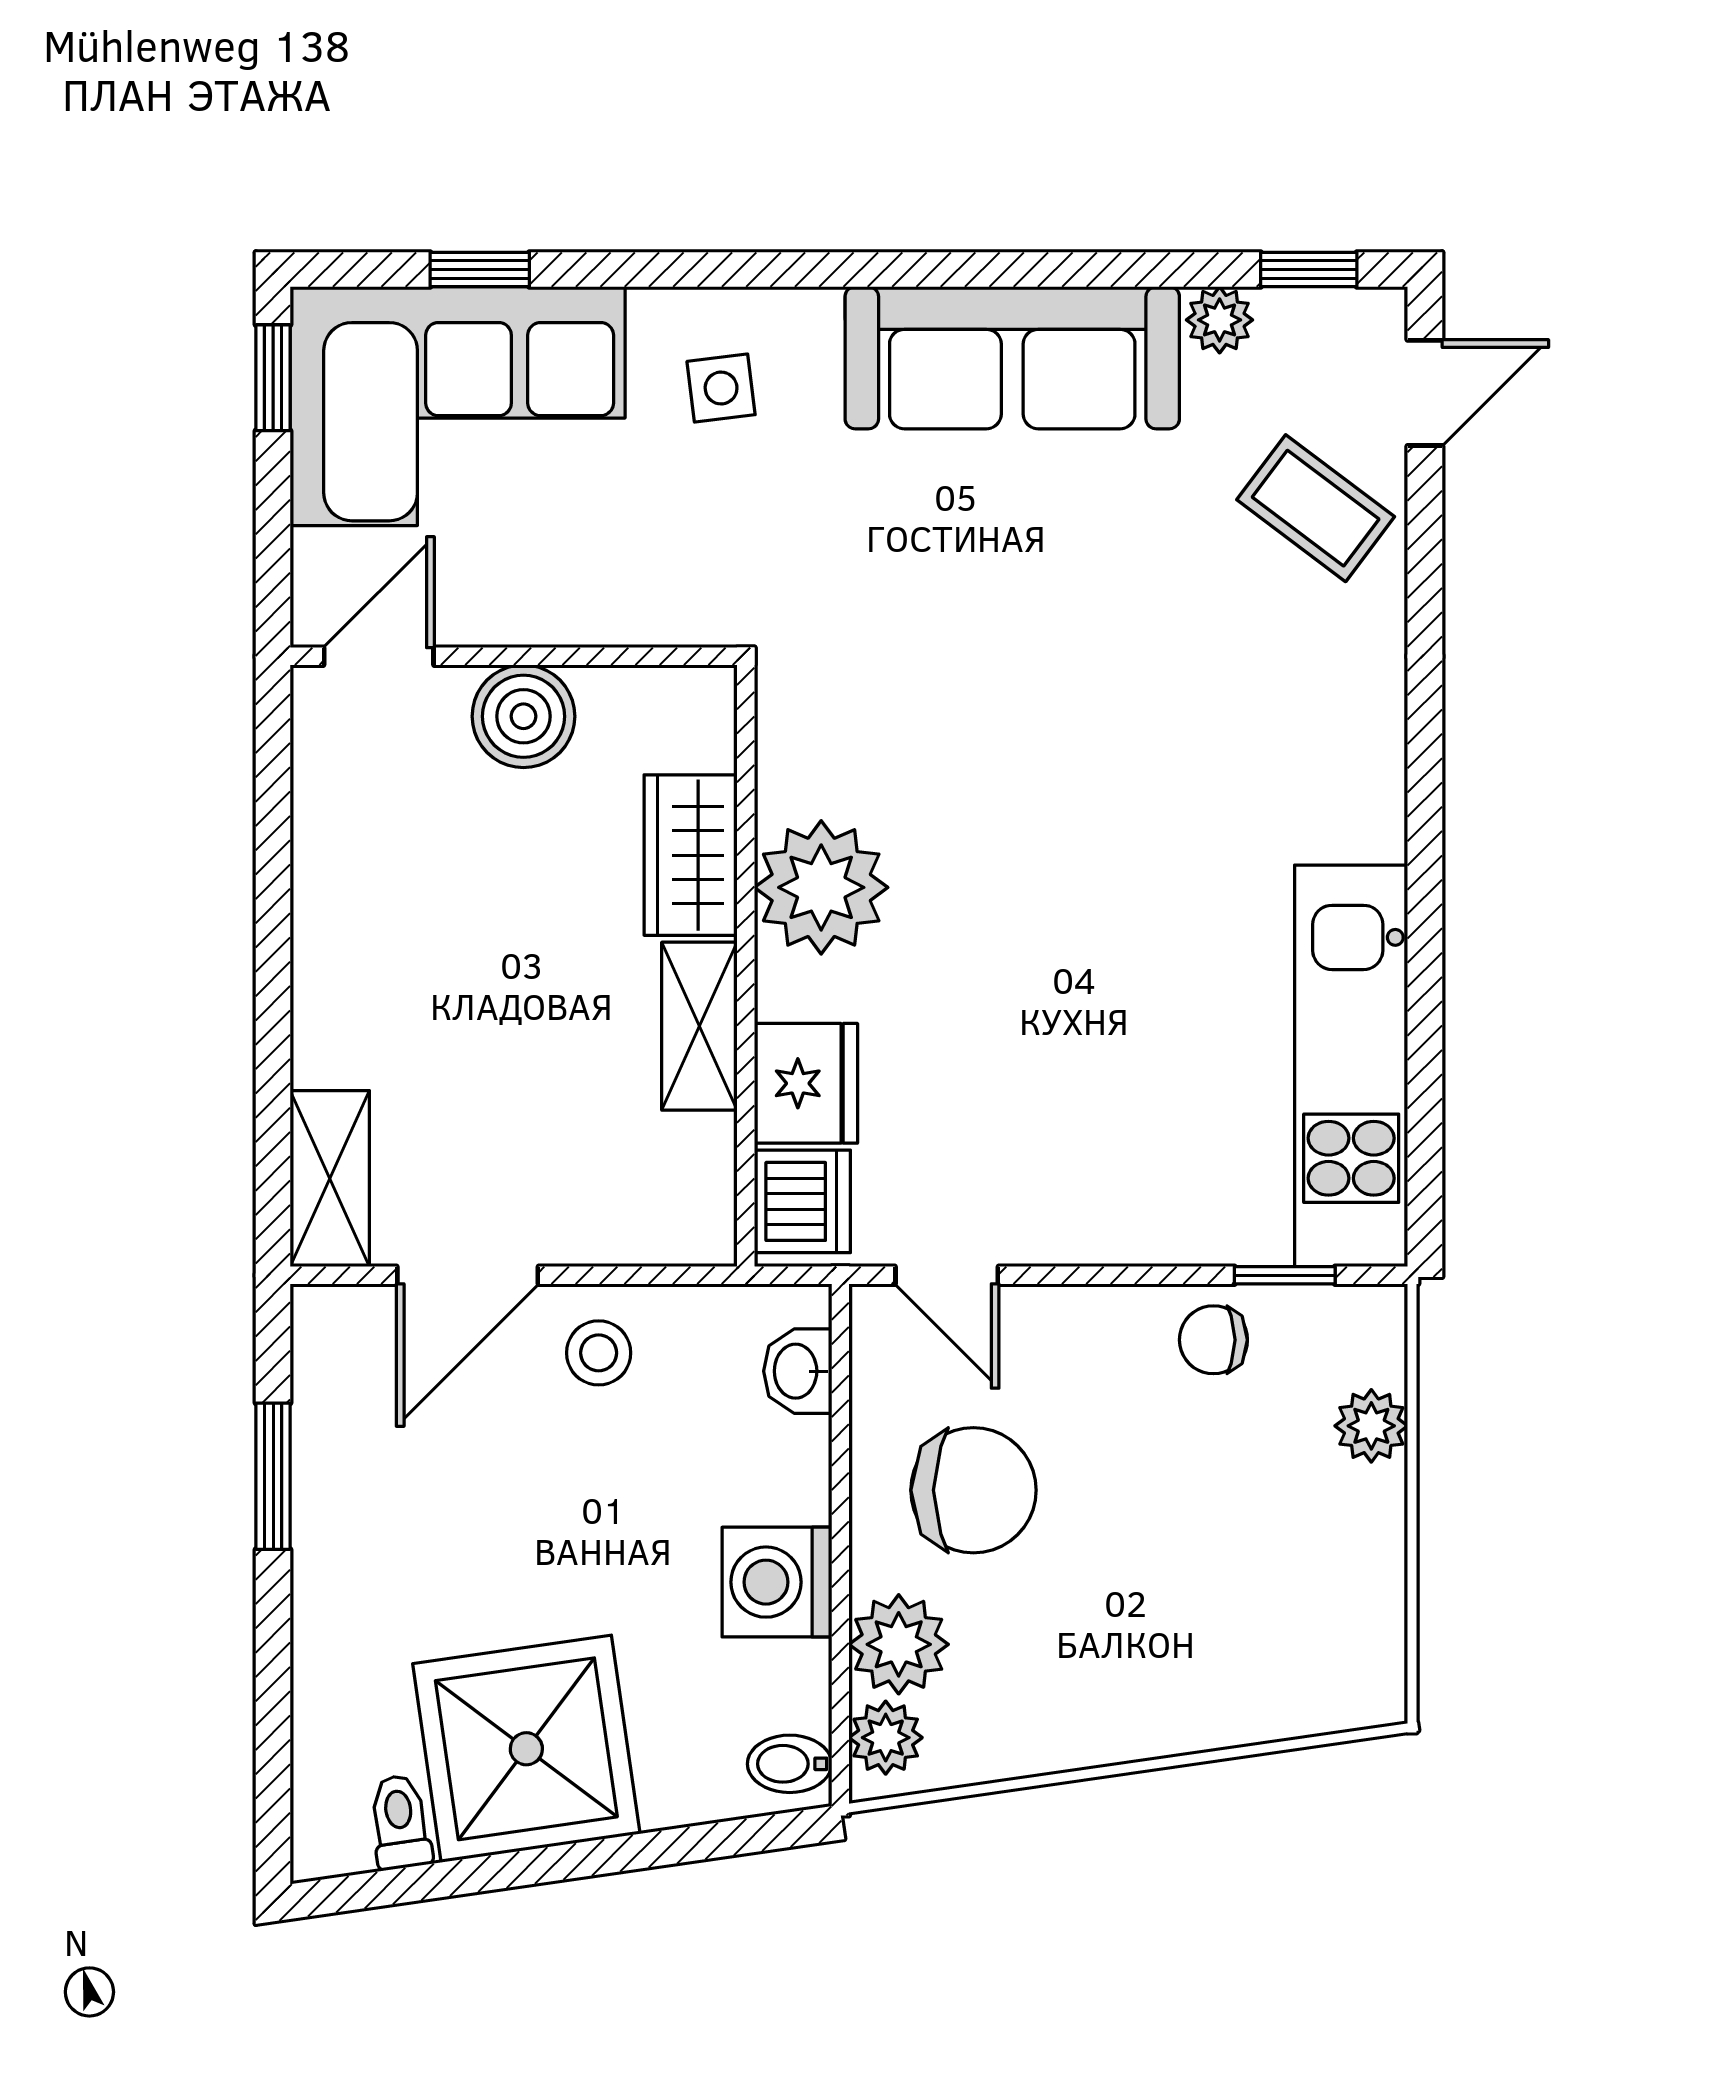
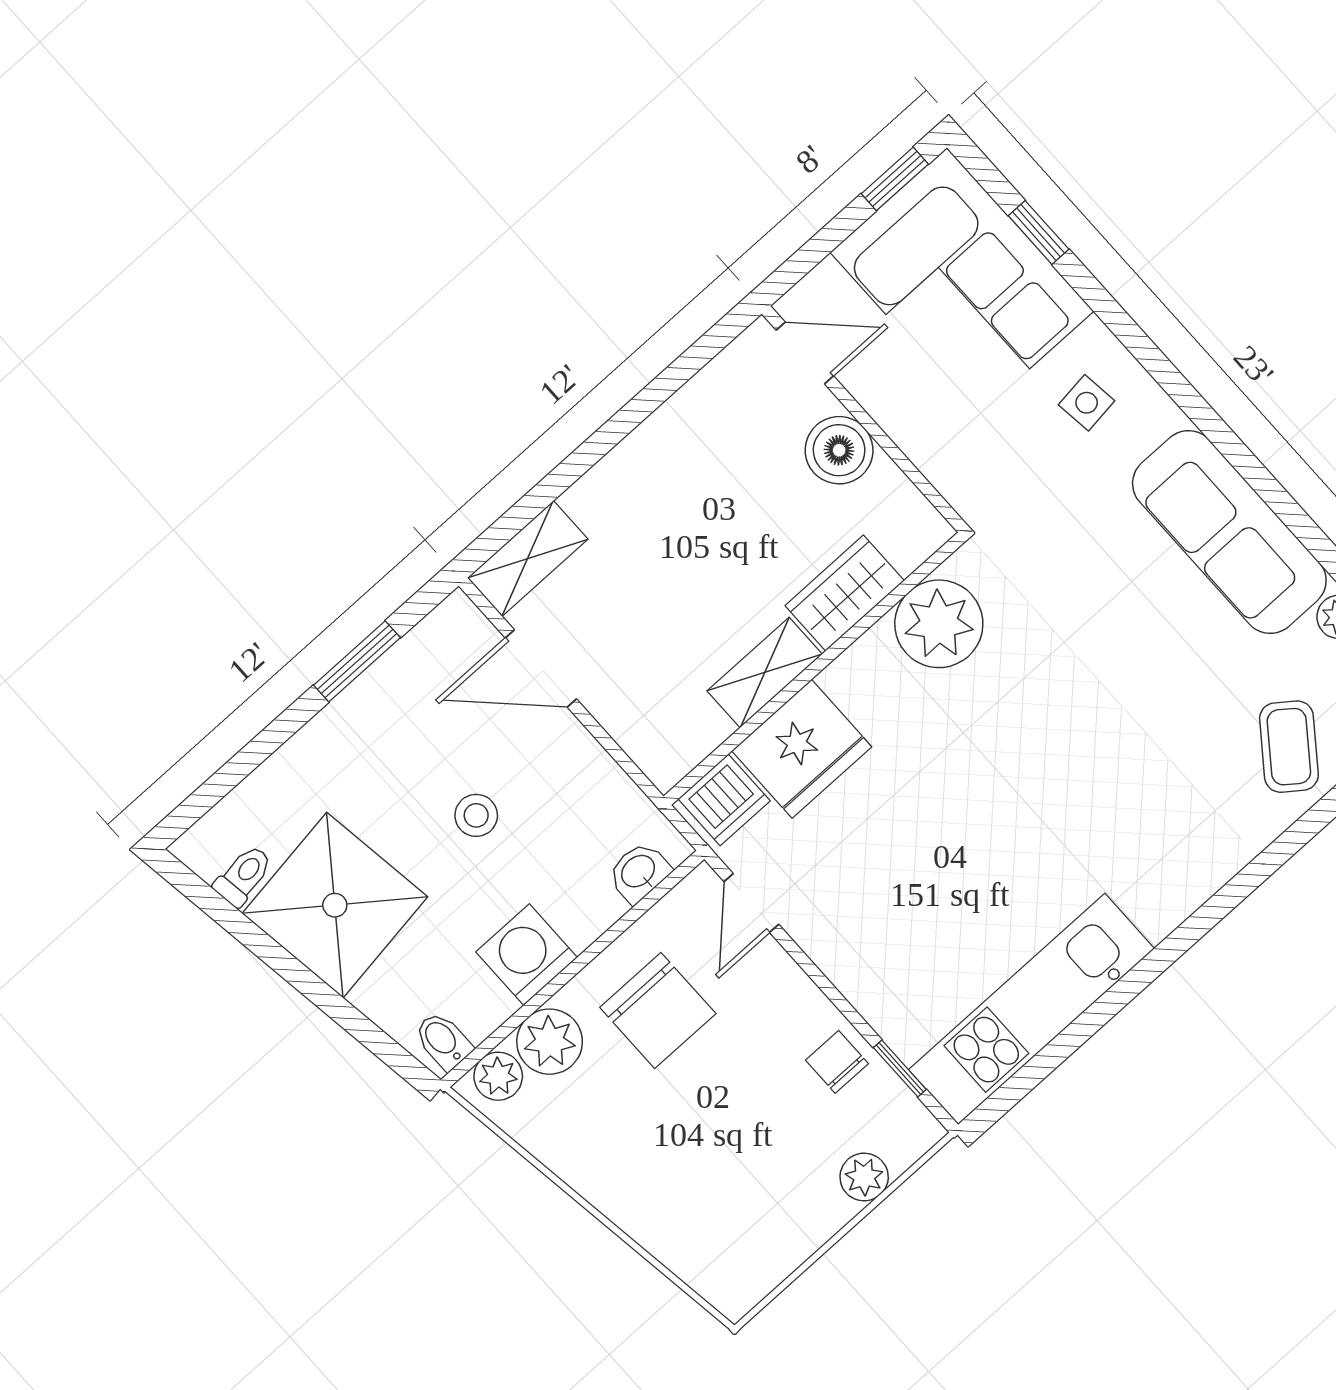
plant: (821, 887) -> (939, 624), moved
fridge: (806, 1083) -> (802, 749), width x1.36, depth x1.34
stool: (599, 1353) -> (476, 815), moved

